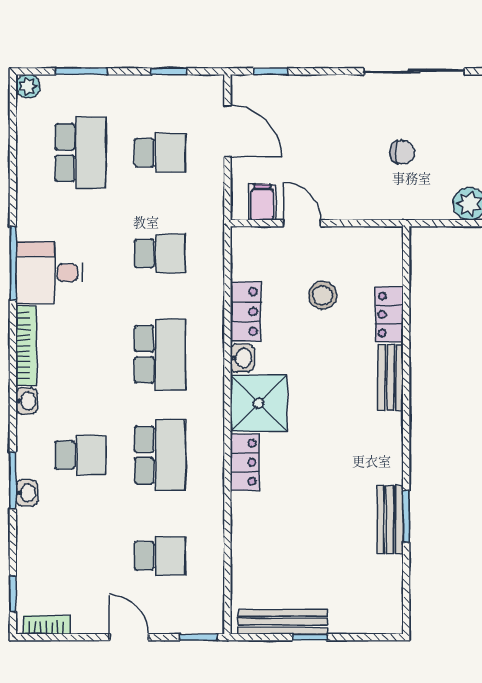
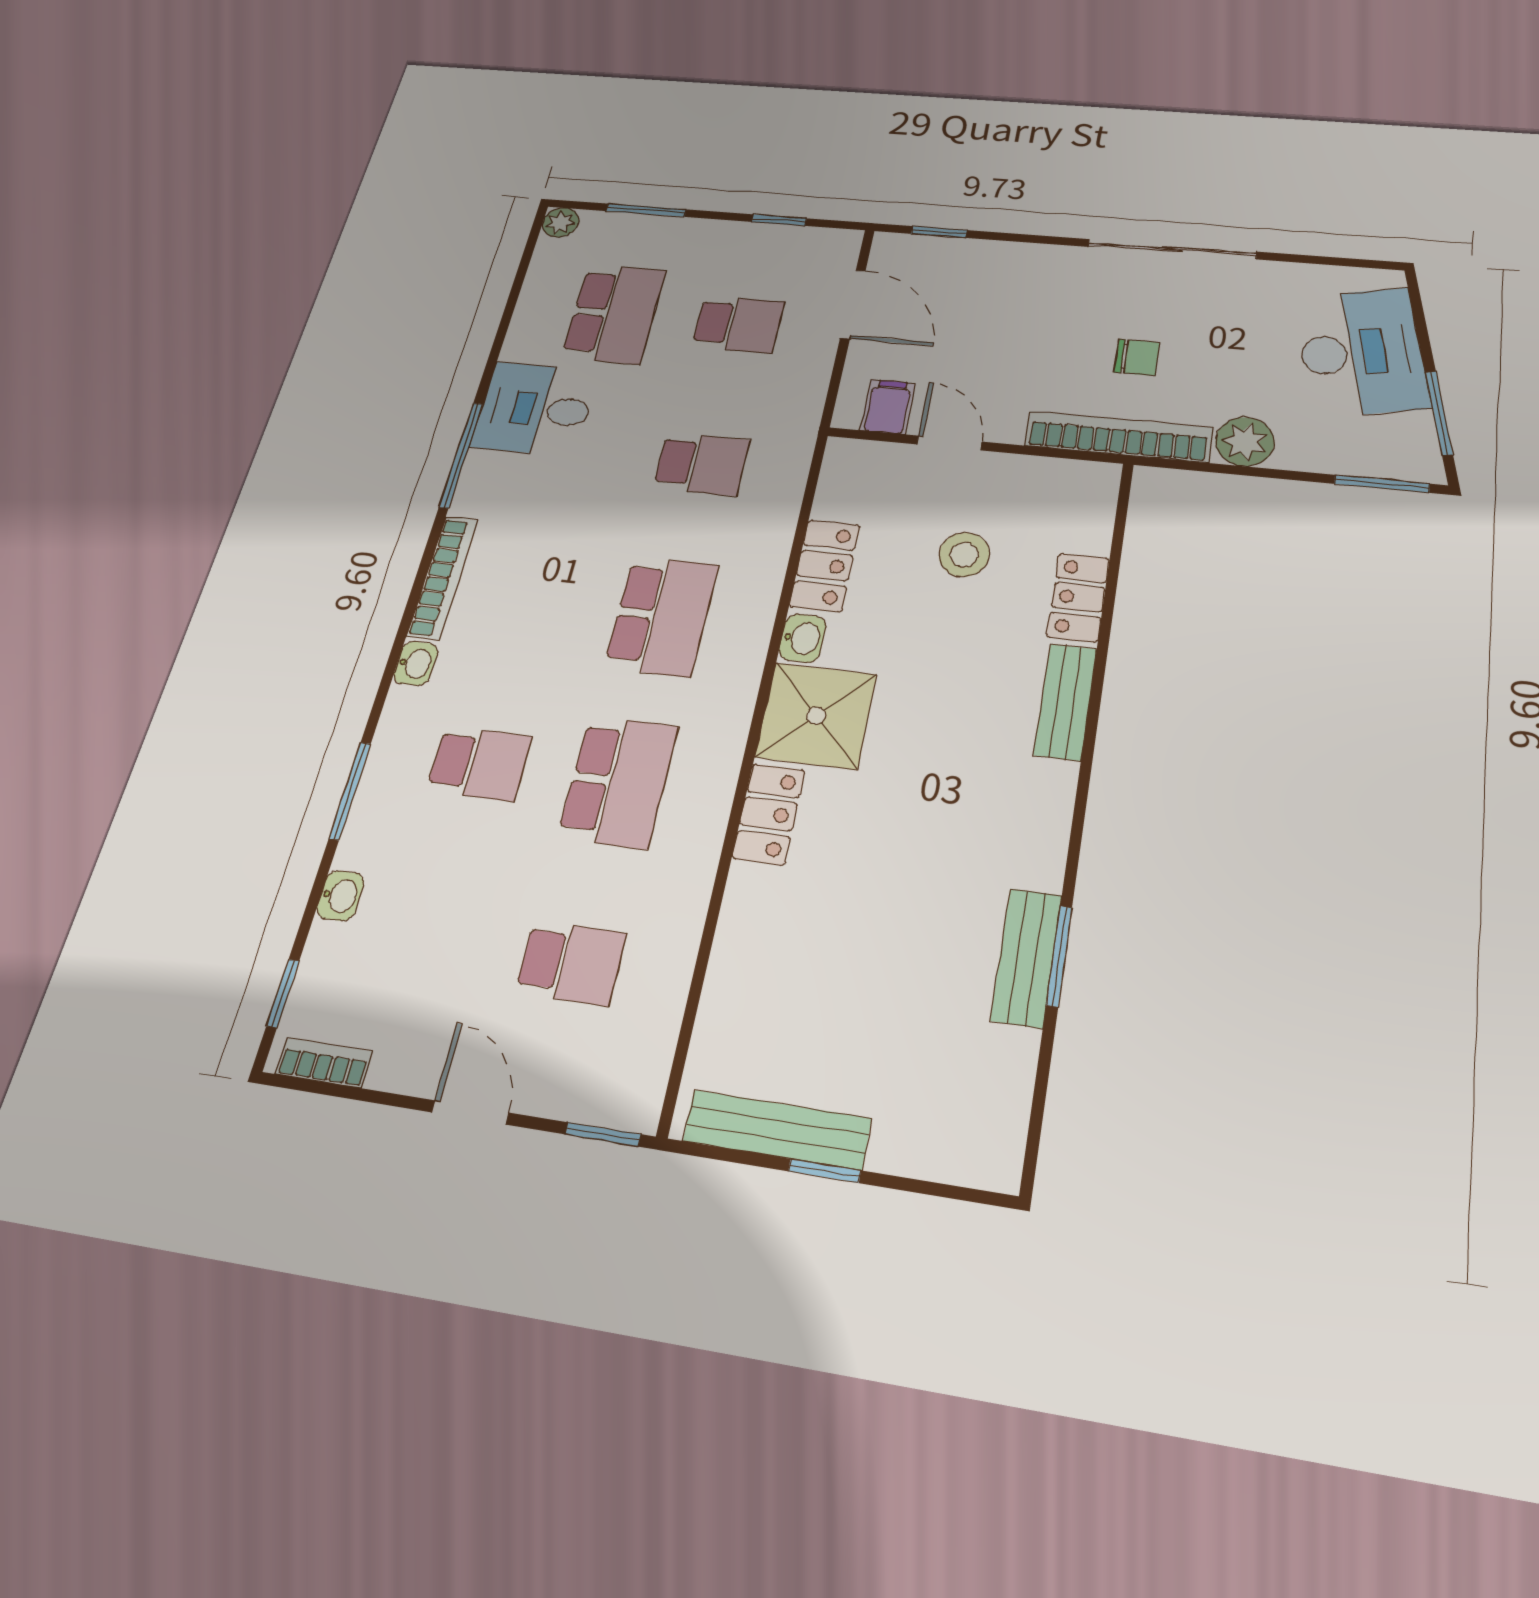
bookcase: (398, 208) -> (1118, 437), added
desk: (49, 273) -> (535, 409), moved
washbasin: (27, 493) -> (340, 896), moved

